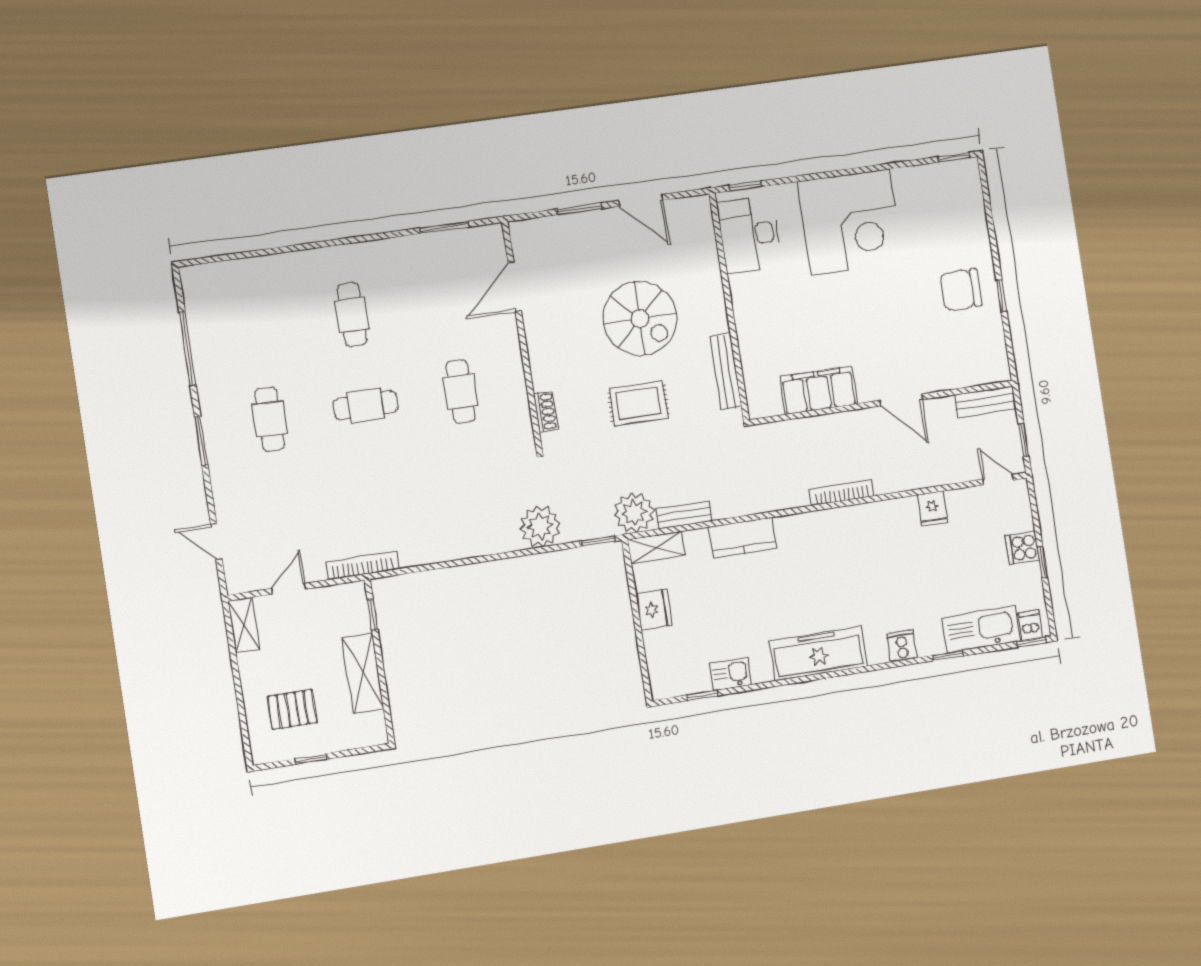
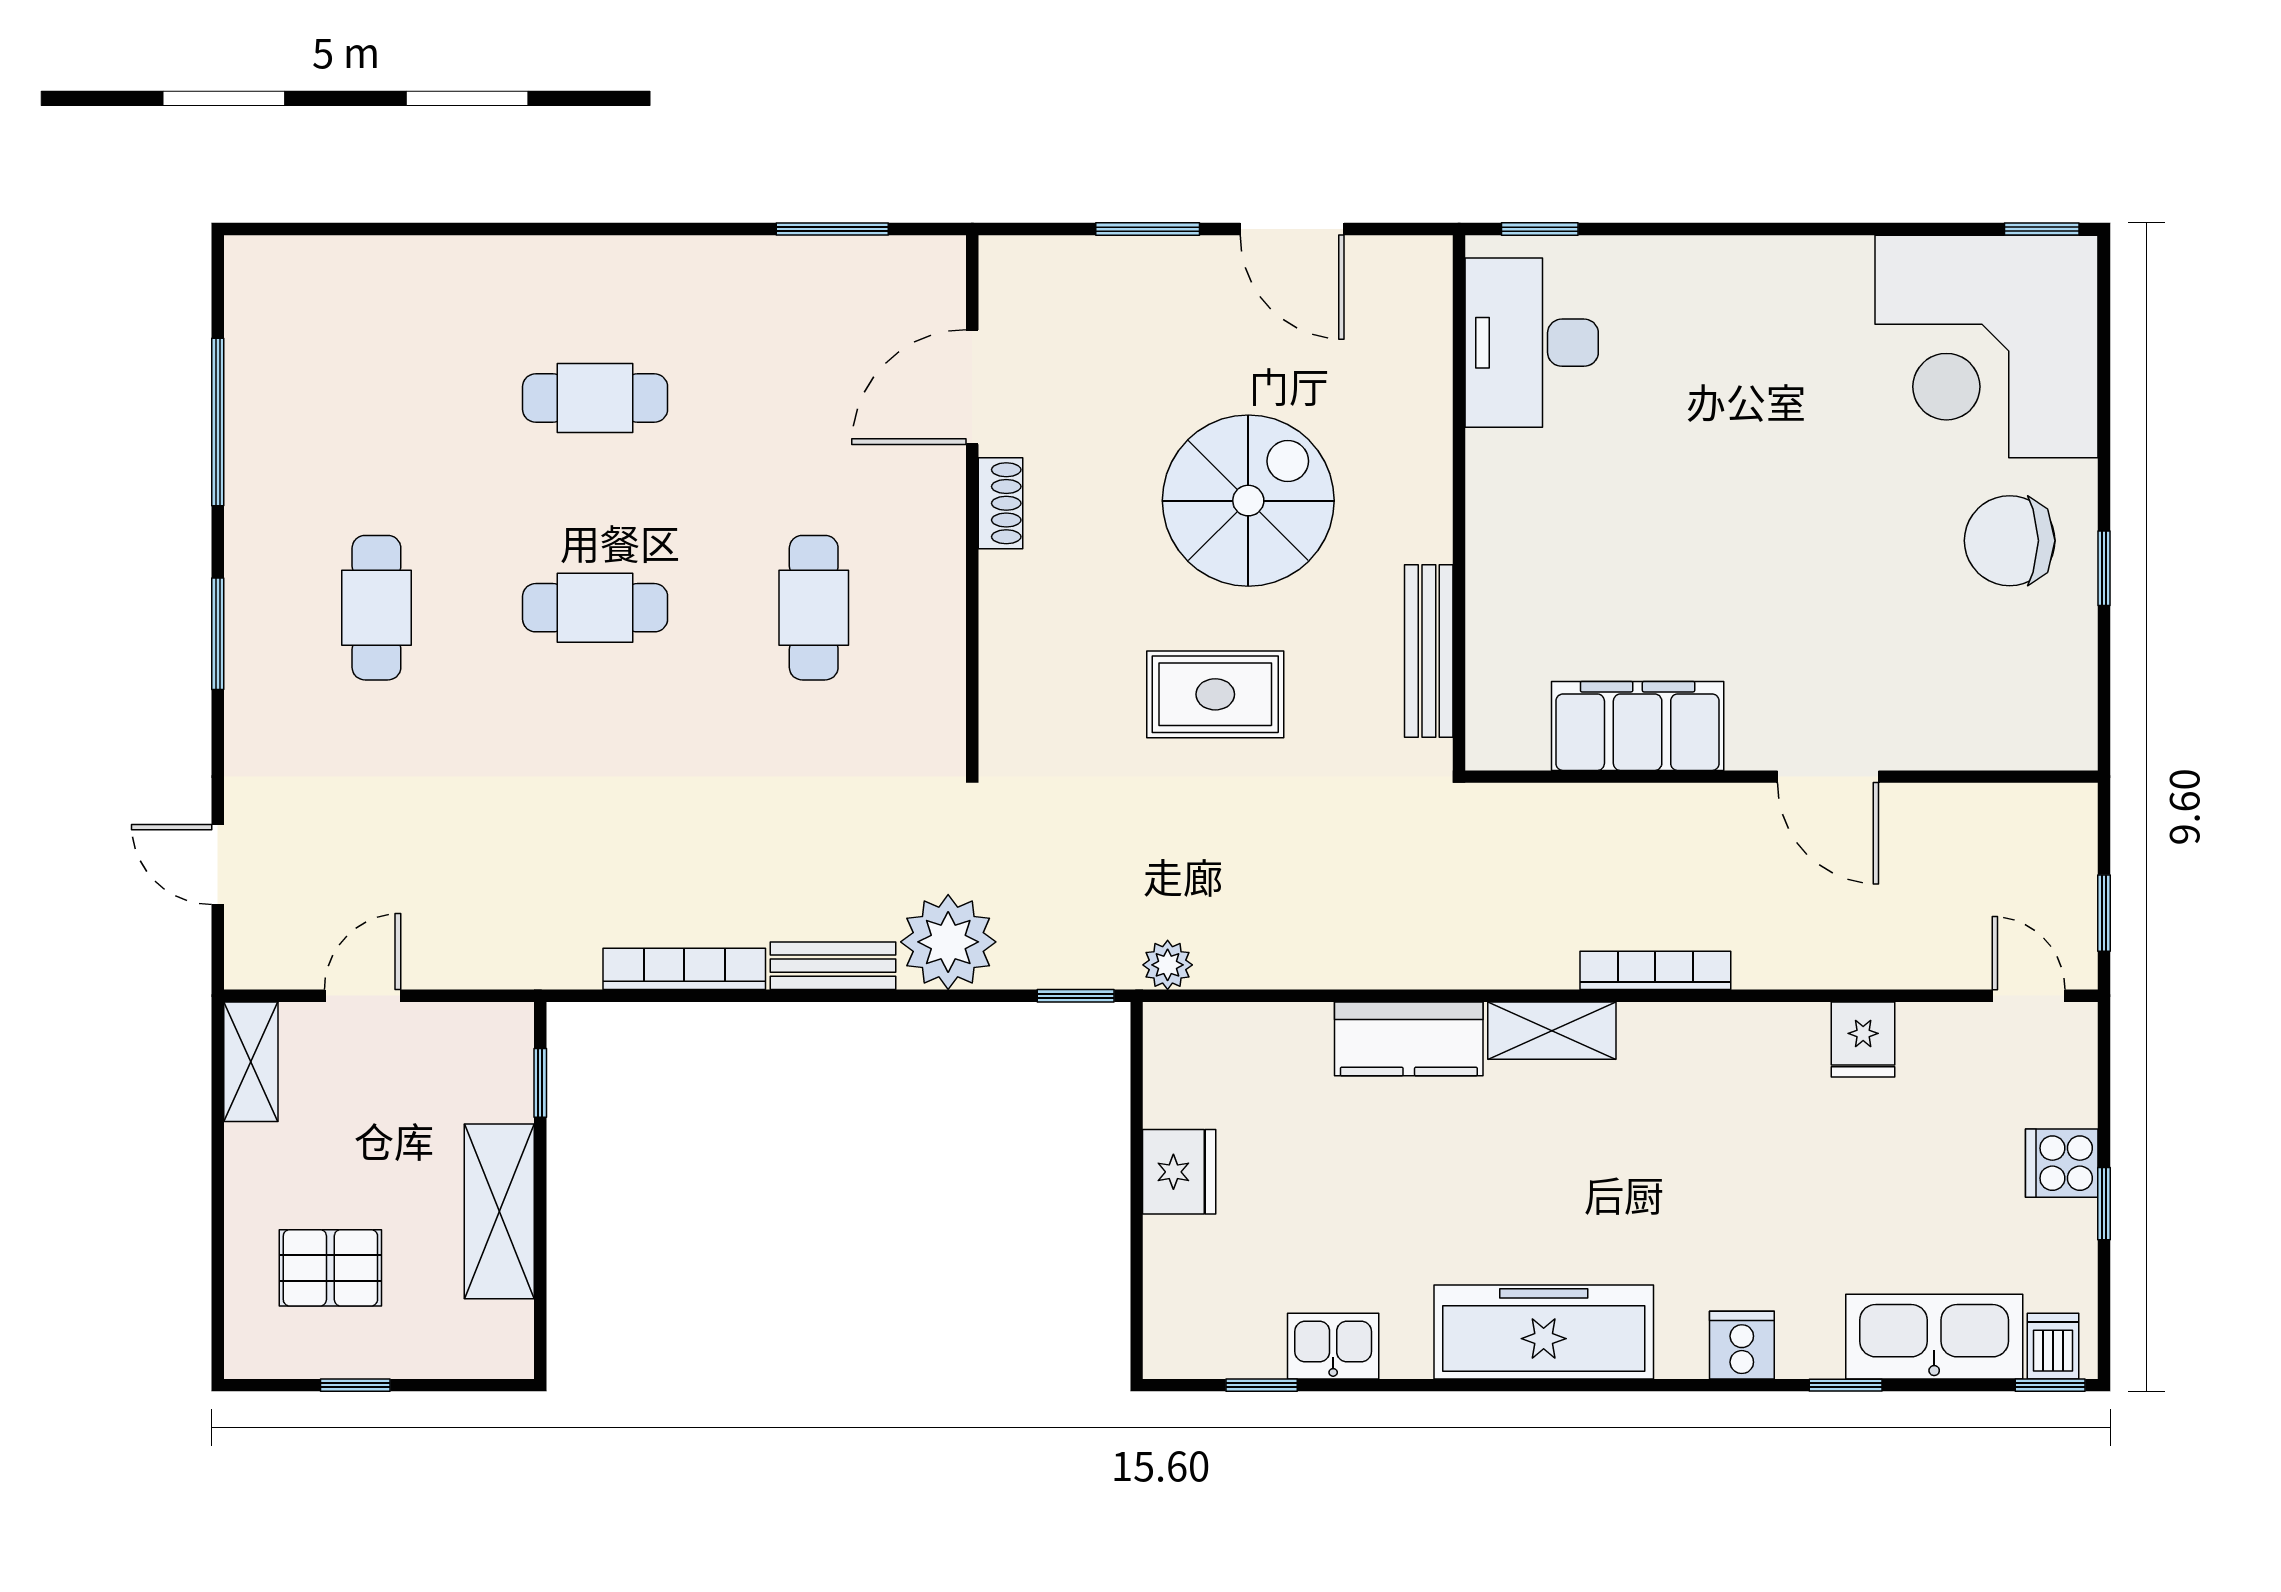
corner desk: (850, 222) -> (1987, 347), moved, turned 90
cafe table: (352, 315) -> (595, 398), turned 90
spiral stairs: (640, 319) -> (1248, 501), turned -90
bench: (985, 402) -> (2027, 810), removed
shoe rack: (546, 412) -> (1000, 503), moved
plant: (634, 513) -> (1168, 965), width x0.53, depth x0.53
bench: (684, 515) -> (833, 966), moved
shelving: (656, 547) -> (1552, 1031), moved
bookcase: (362, 566) -> (684, 969), moved

